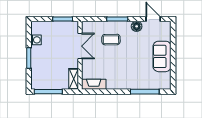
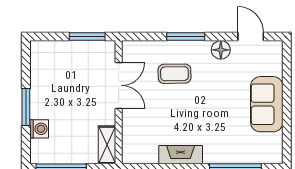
washing machine: (36, 40) -> (39, 129), moved
fireplace: (94, 84) -> (181, 155), moved

